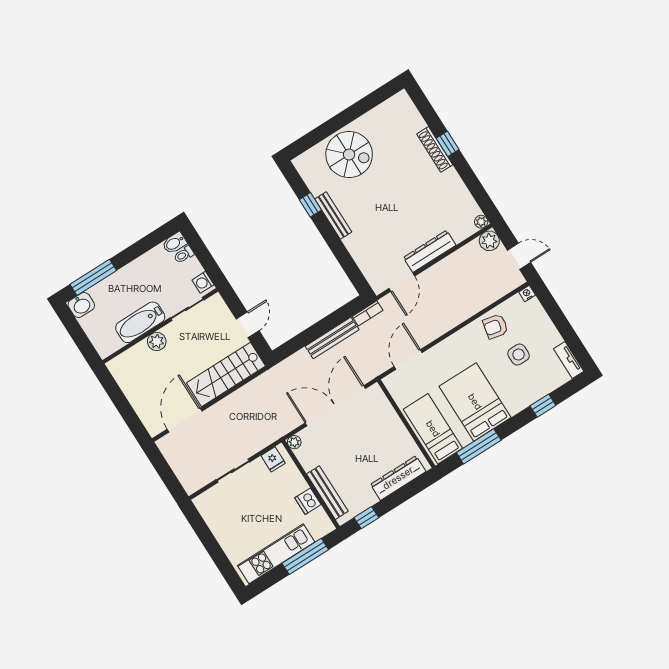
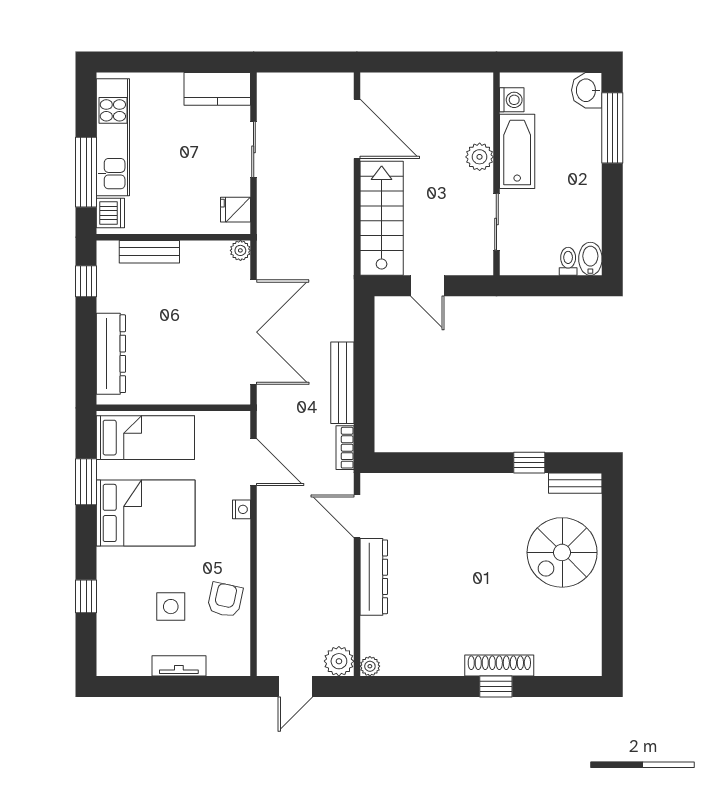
bench: (333, 215) -> (575, 483), moved, width x0.73
washing machine: (203, 282) -> (512, 100), moved, turned 90
nightstand: (527, 293) -> (242, 509), moved
tv unit: (569, 360) -> (179, 666), moved
window: (479, 446) -> (86, 482), width x0.69
bench: (327, 493) -> (149, 252), width x0.73
dishwasher: (308, 501) -> (110, 213), moved, turned 90
kitchen counter: (212, 513) -> (217, 89), added

